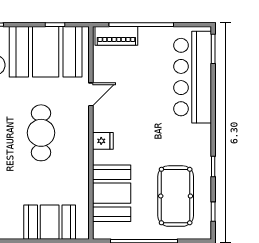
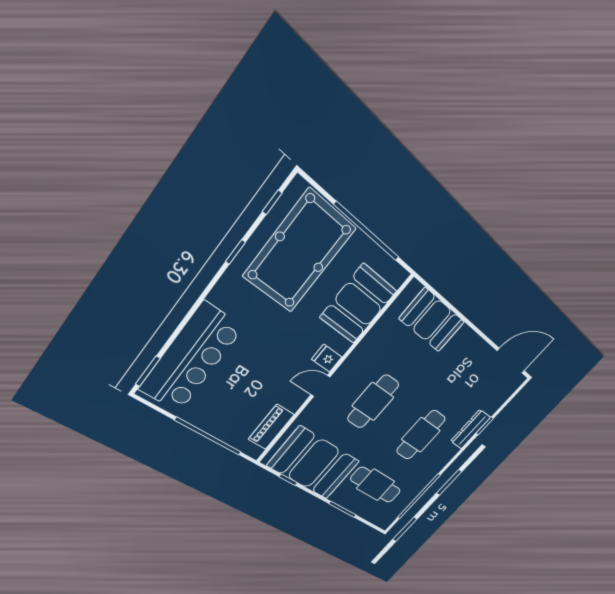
piano: (116, 36) -> (271, 427), moved, turned -90
door: (91, 94) -> (320, 386), moved
pool table: (176, 196) -> (299, 252), width x1.36, depth x1.32

